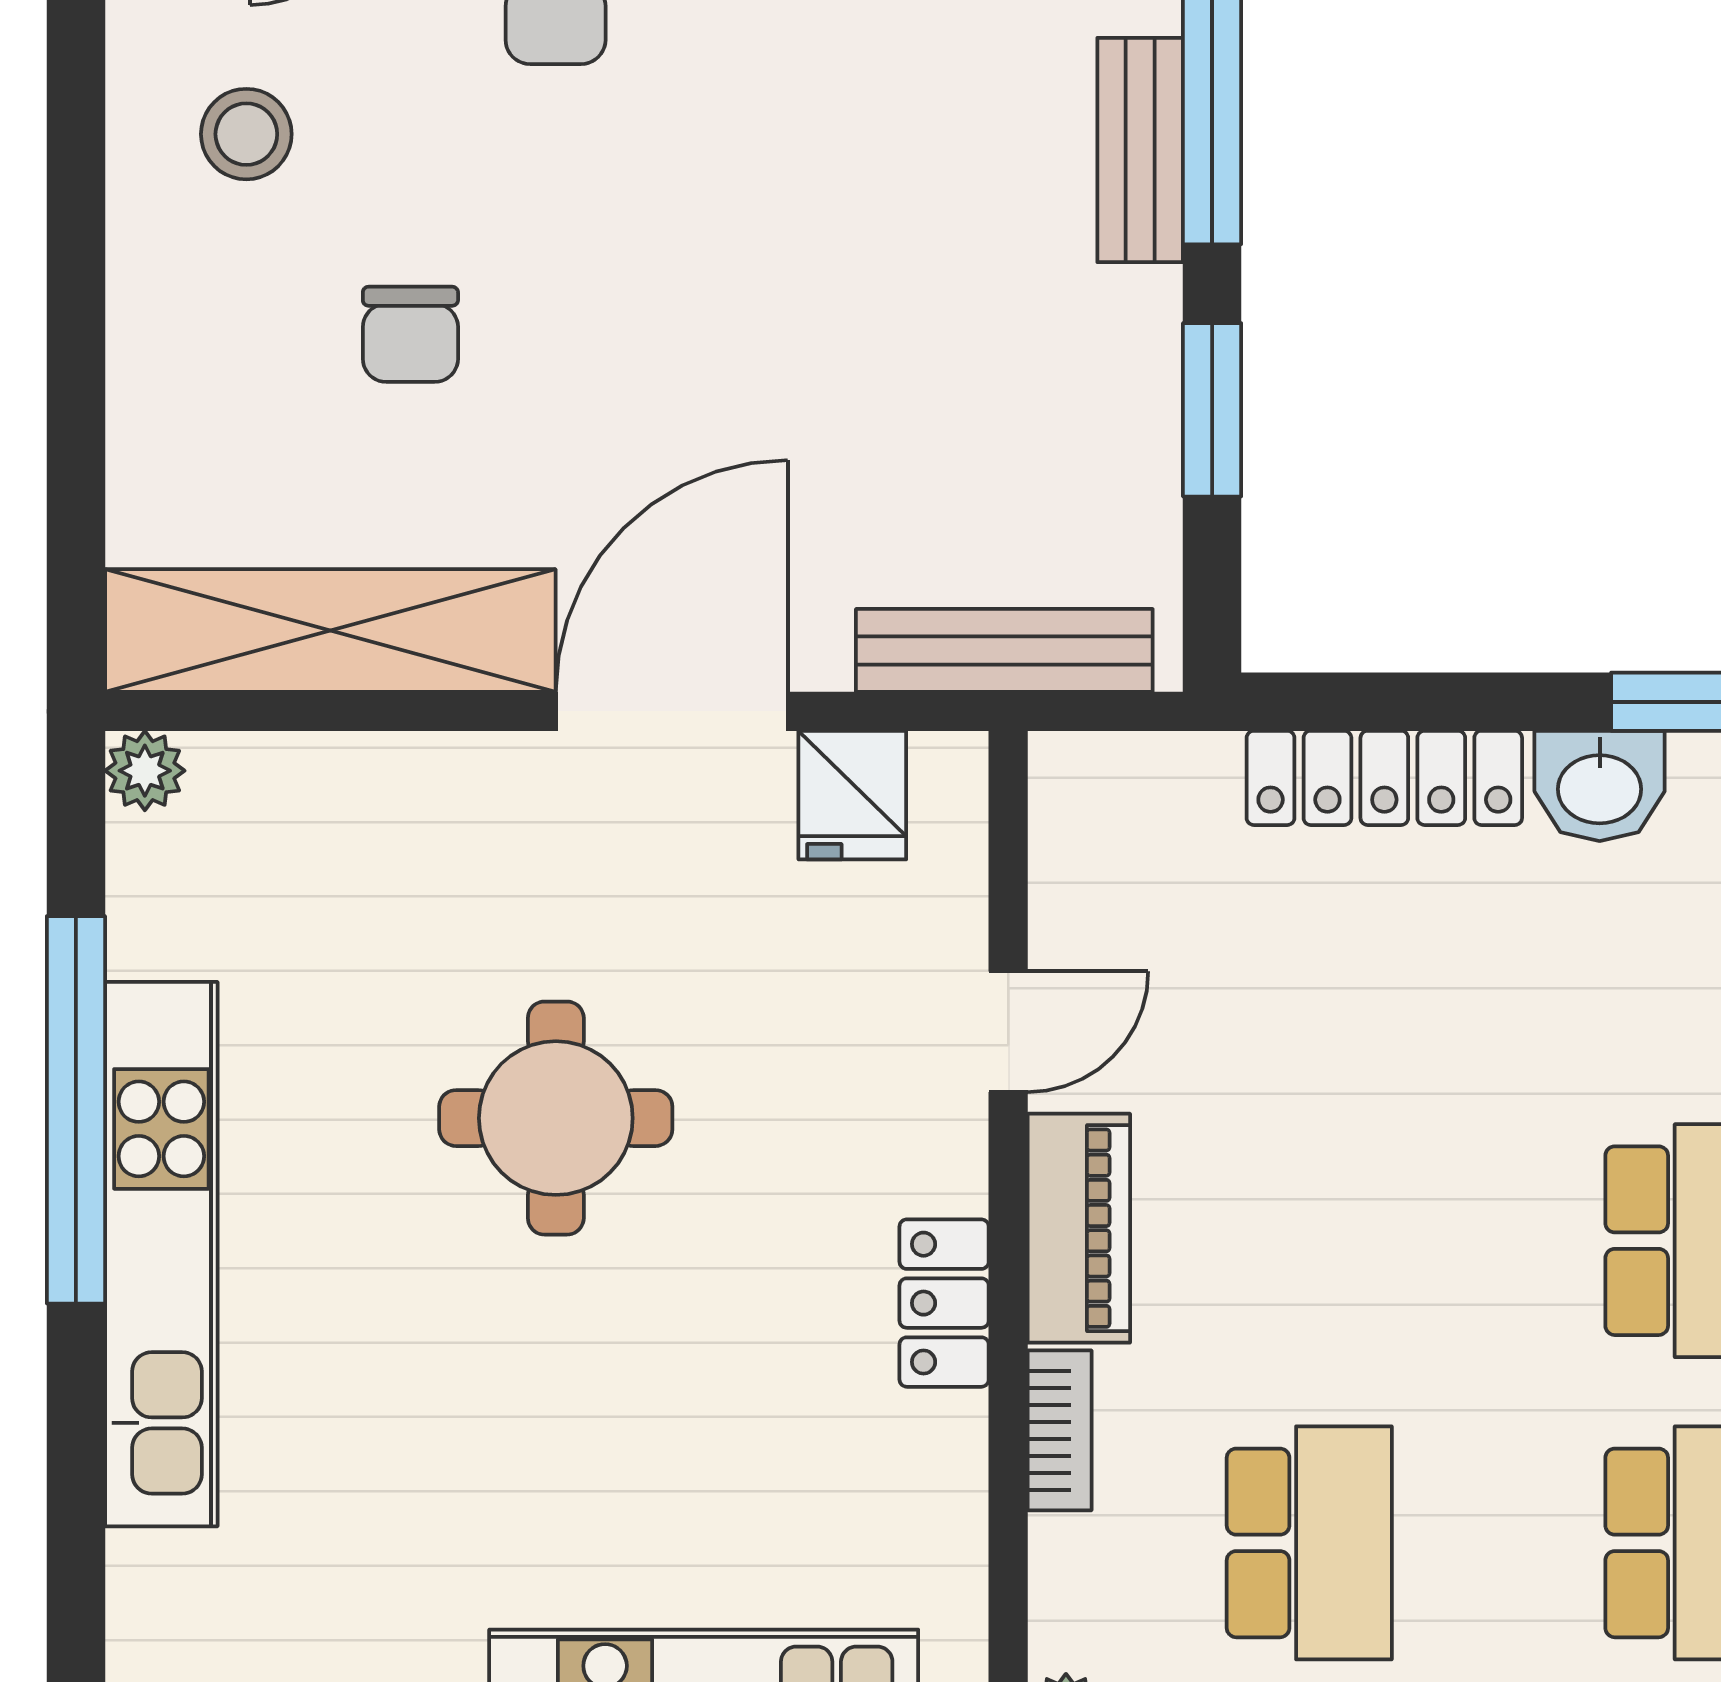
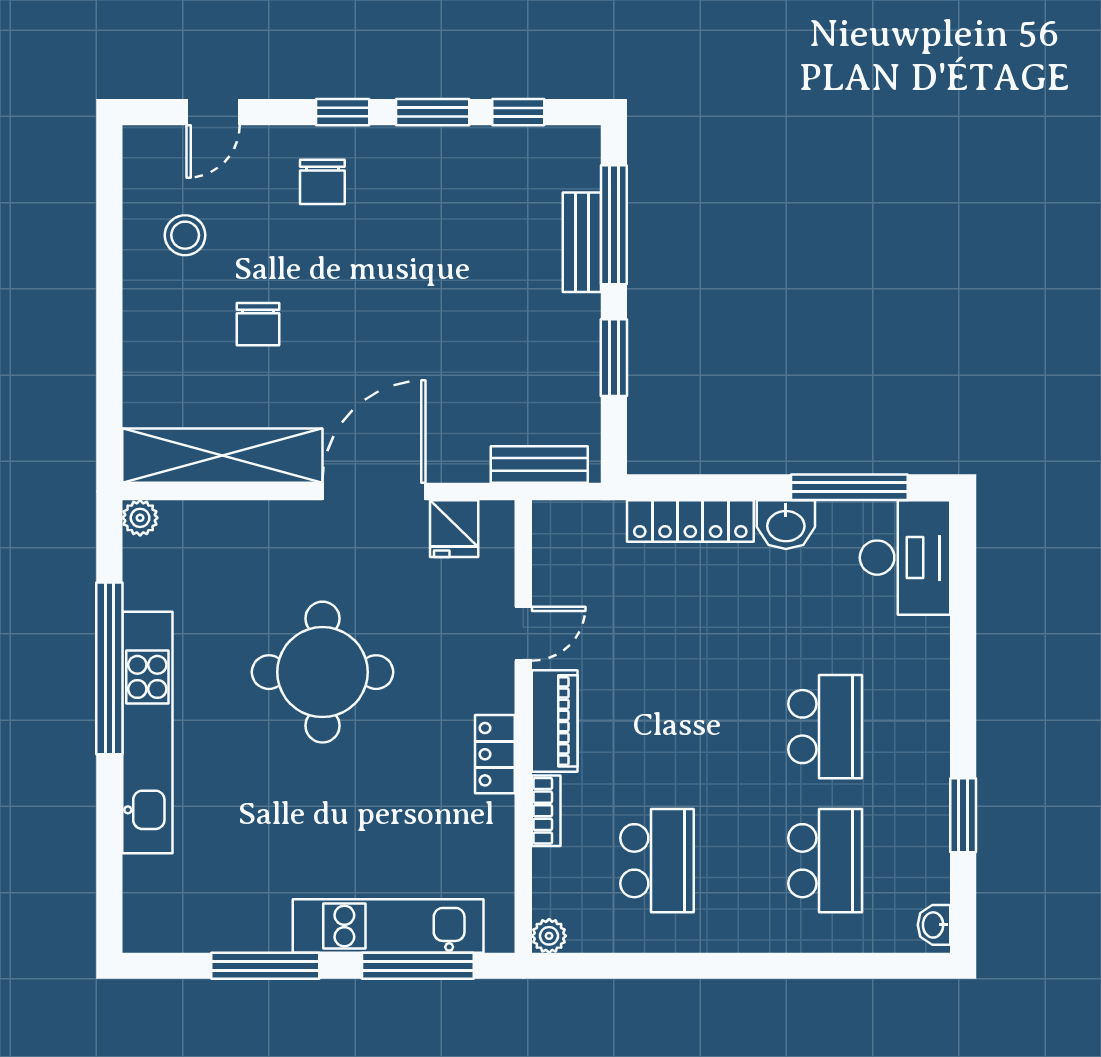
bench: (1004, 650) -> (539, 464), width x0.73
round table: (556, 1118) -> (322, 672), width x1.36, depth x1.36

